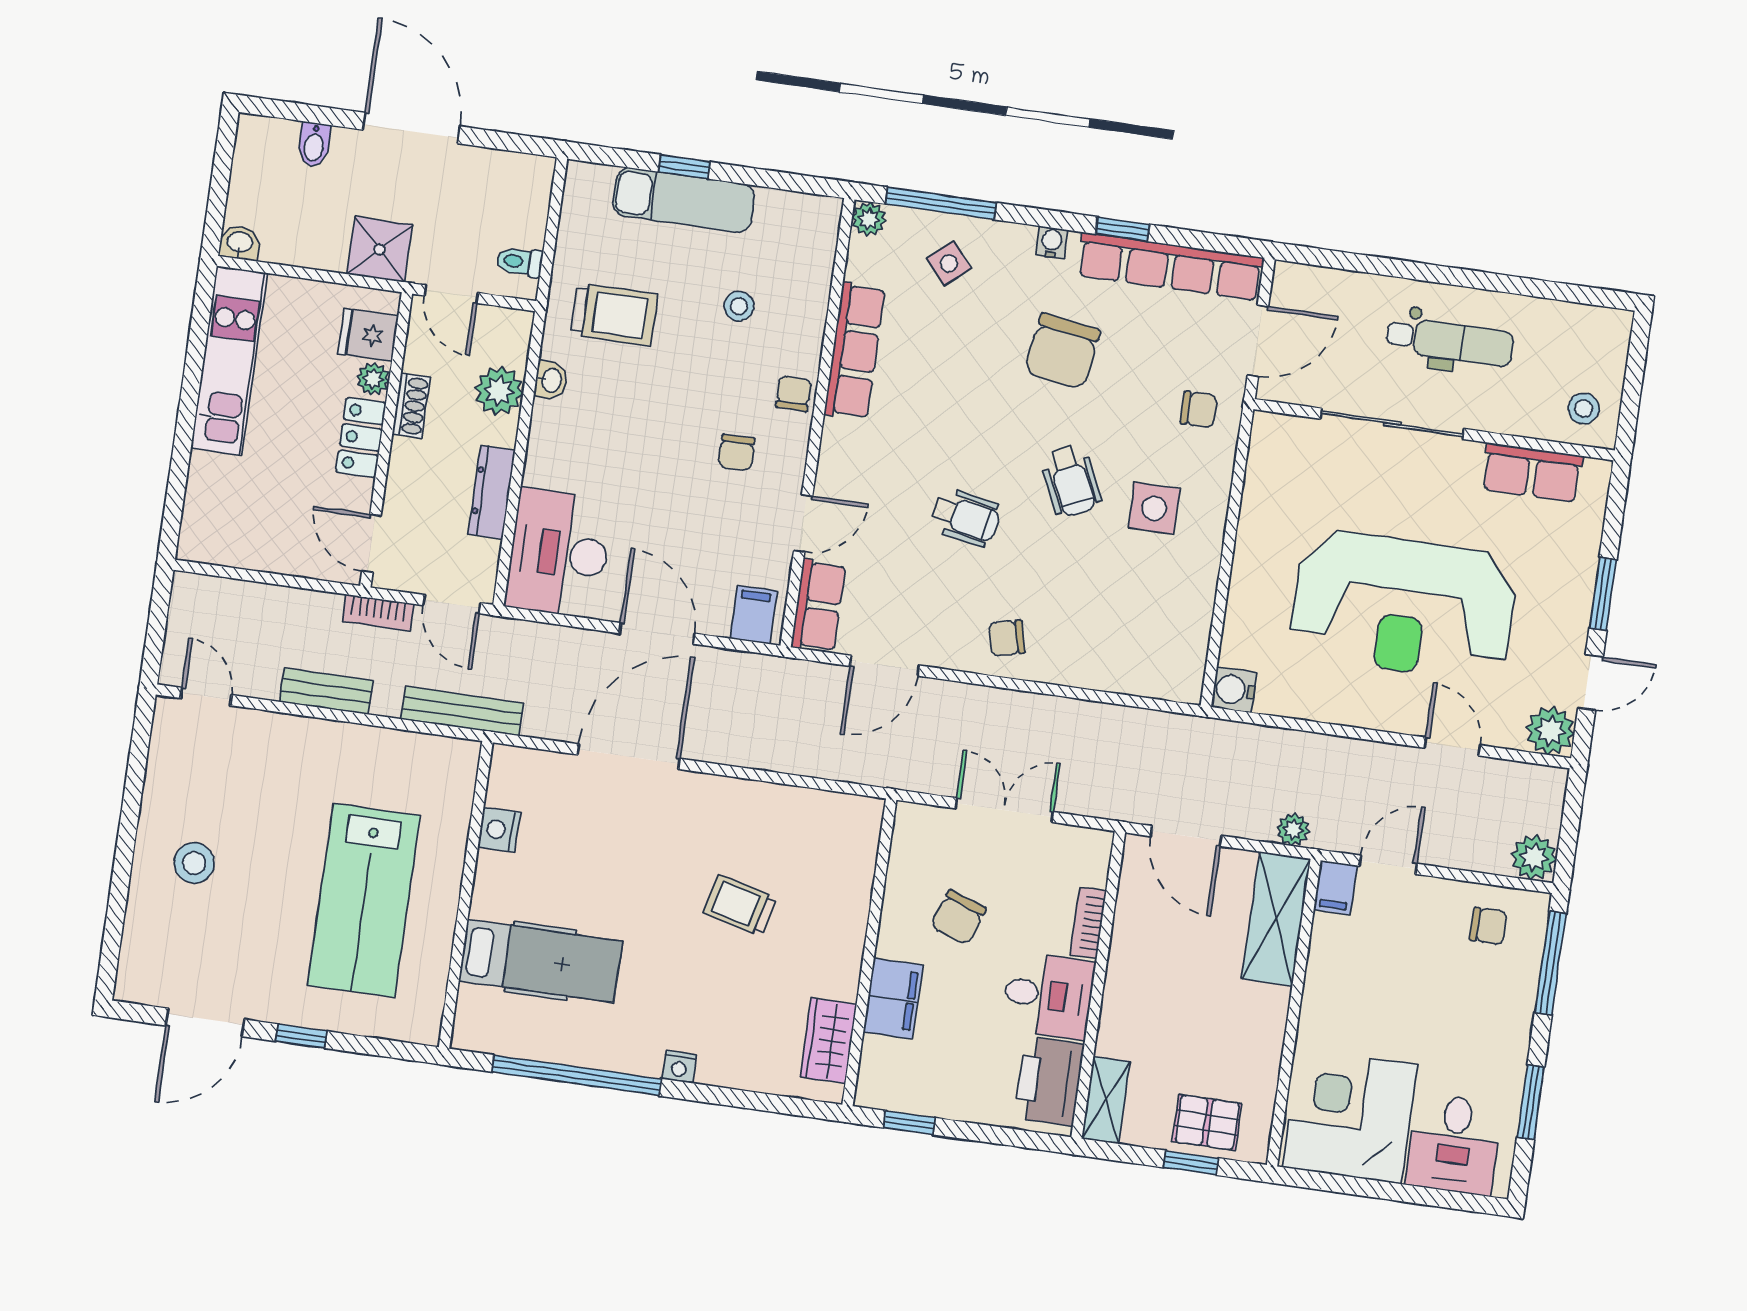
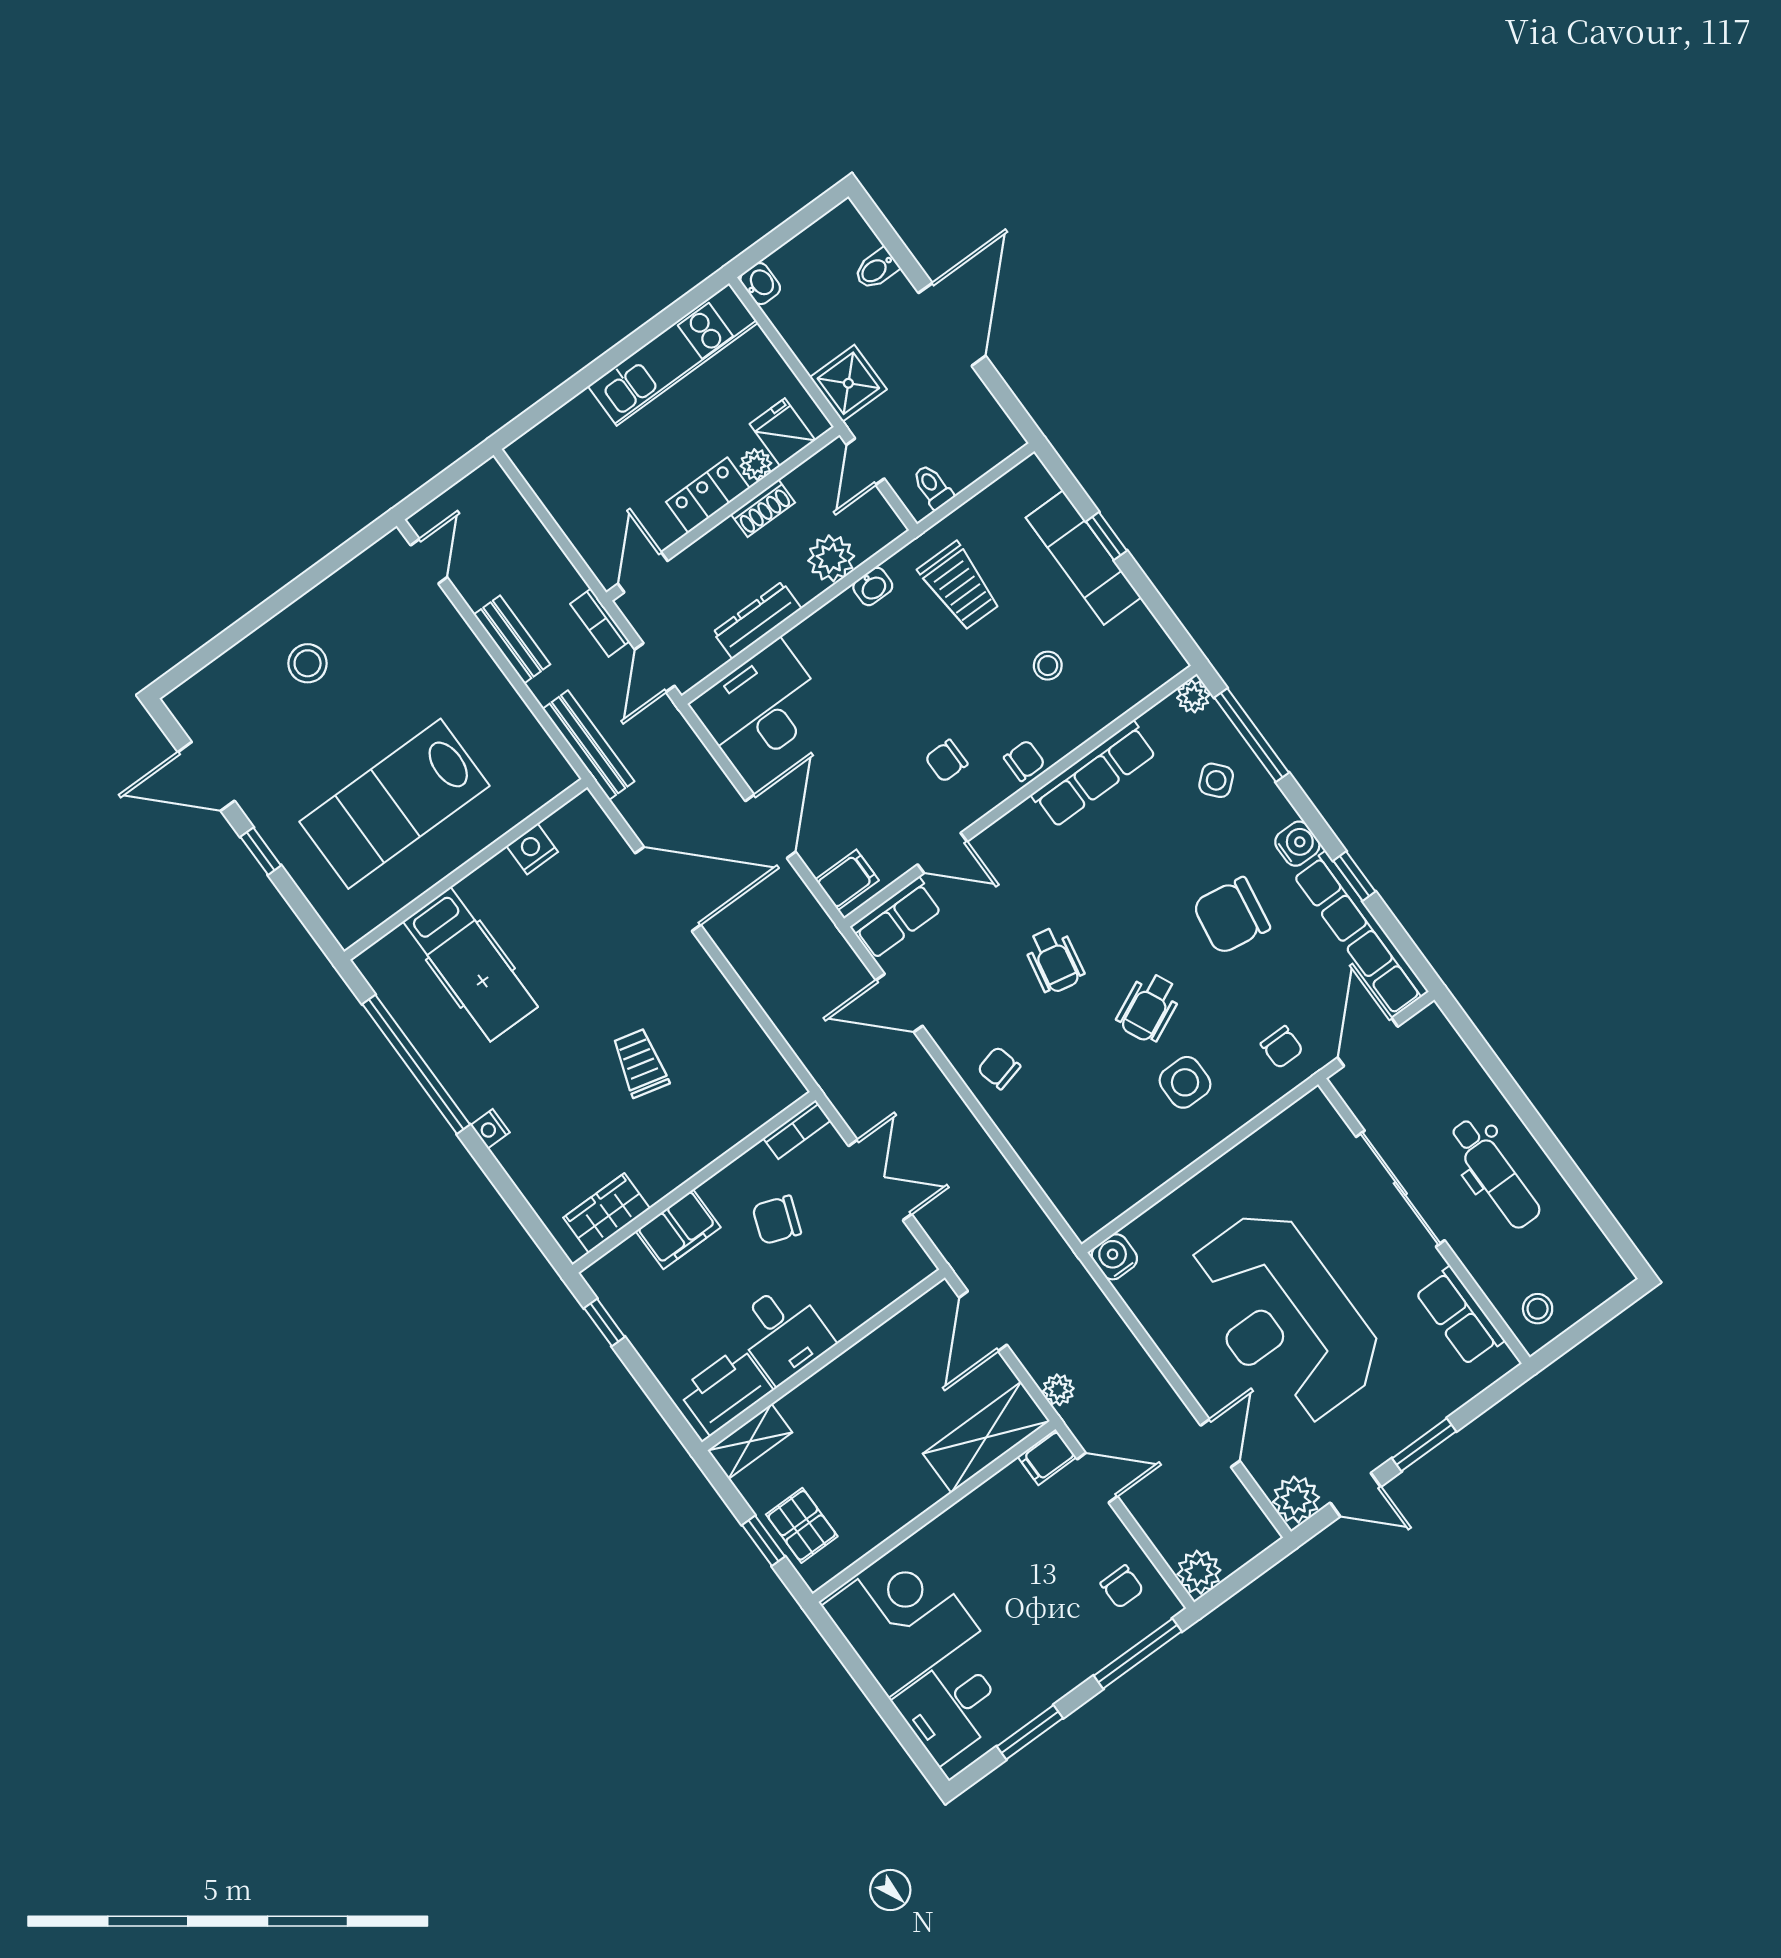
water cooler: (1052, 242) -> (1297, 844), width x1.38, depth x1.38
door: (1258, 341) -> (1368, 1042), swing flipped
bookcase: (1088, 923) -> (797, 1129), moved, turned 180

